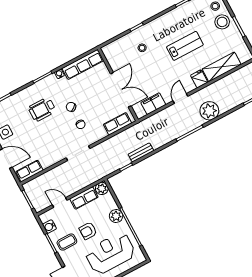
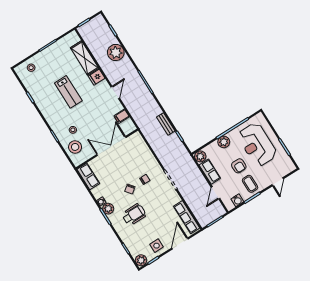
stool: (222, 22) -> (75, 147), moved
lab bench: (185, 46) -> (68, 92), turned 180
row of seats: (83, 64) -> (88, 176), width x0.68
plant: (51, 81) -> (108, 209), added
door: (180, 99) -> (115, 92), swing flipped
filing cabinet: (153, 104) -> (122, 116), width x0.50
wheelchair: (42, 109) -> (134, 215), turned -90
plant: (209, 111) -> (116, 52), moved
row of seats: (118, 124) -> (142, 147), removed
row of seats: (30, 171) -> (187, 217), width x1.48

